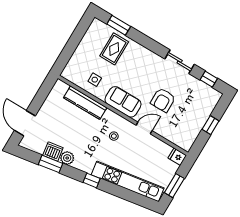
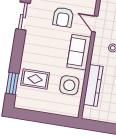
side table: (95, 80) -> (69, 85), width x1.87, depth x1.87
armchair: (163, 100) -> (63, 17), turned 90

